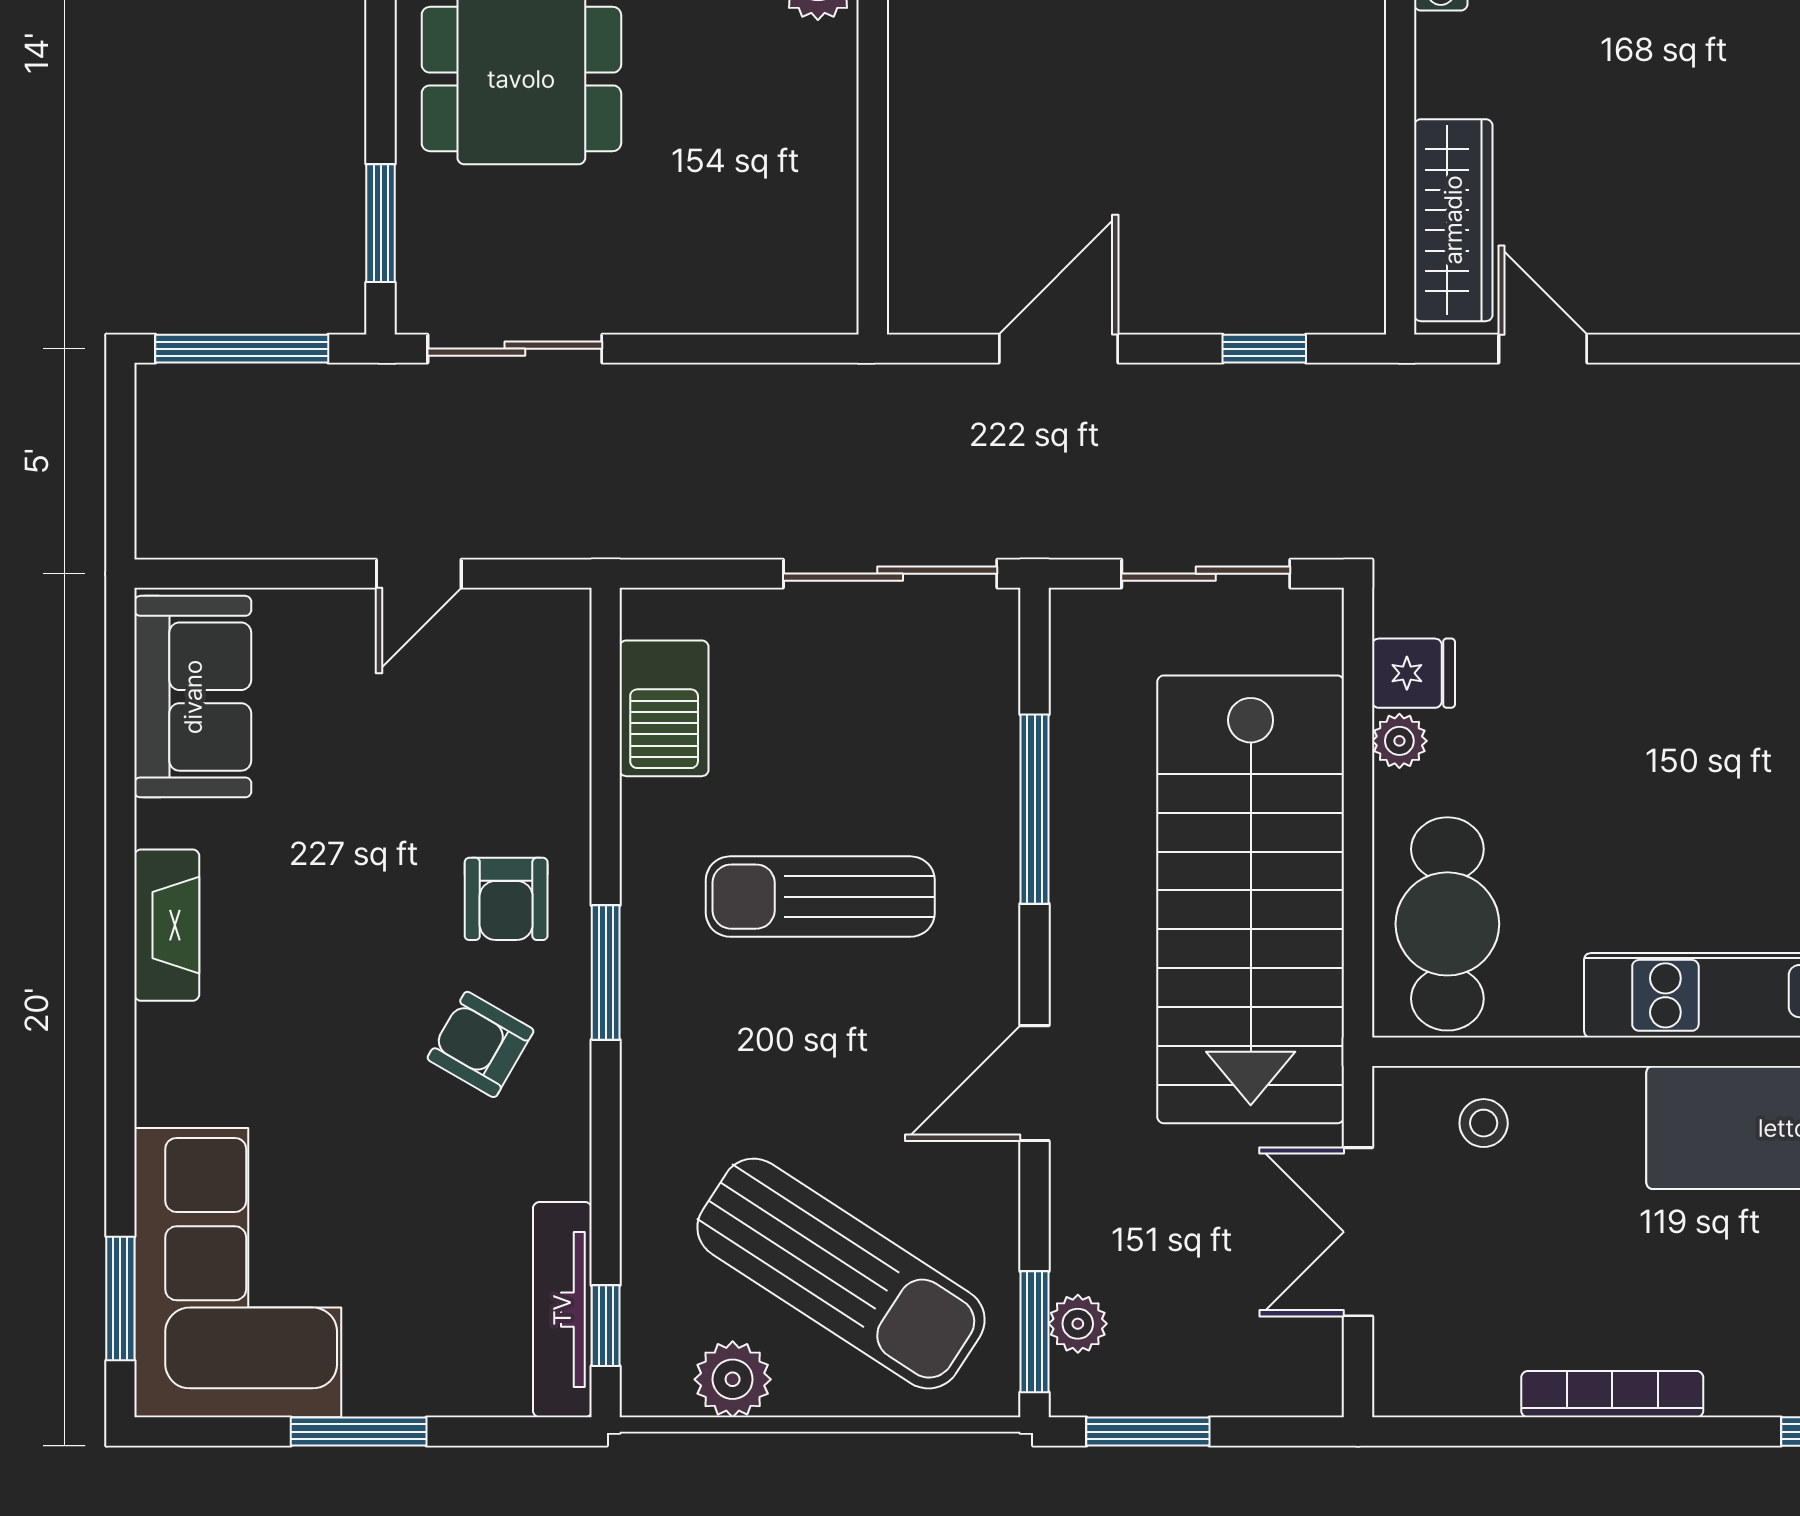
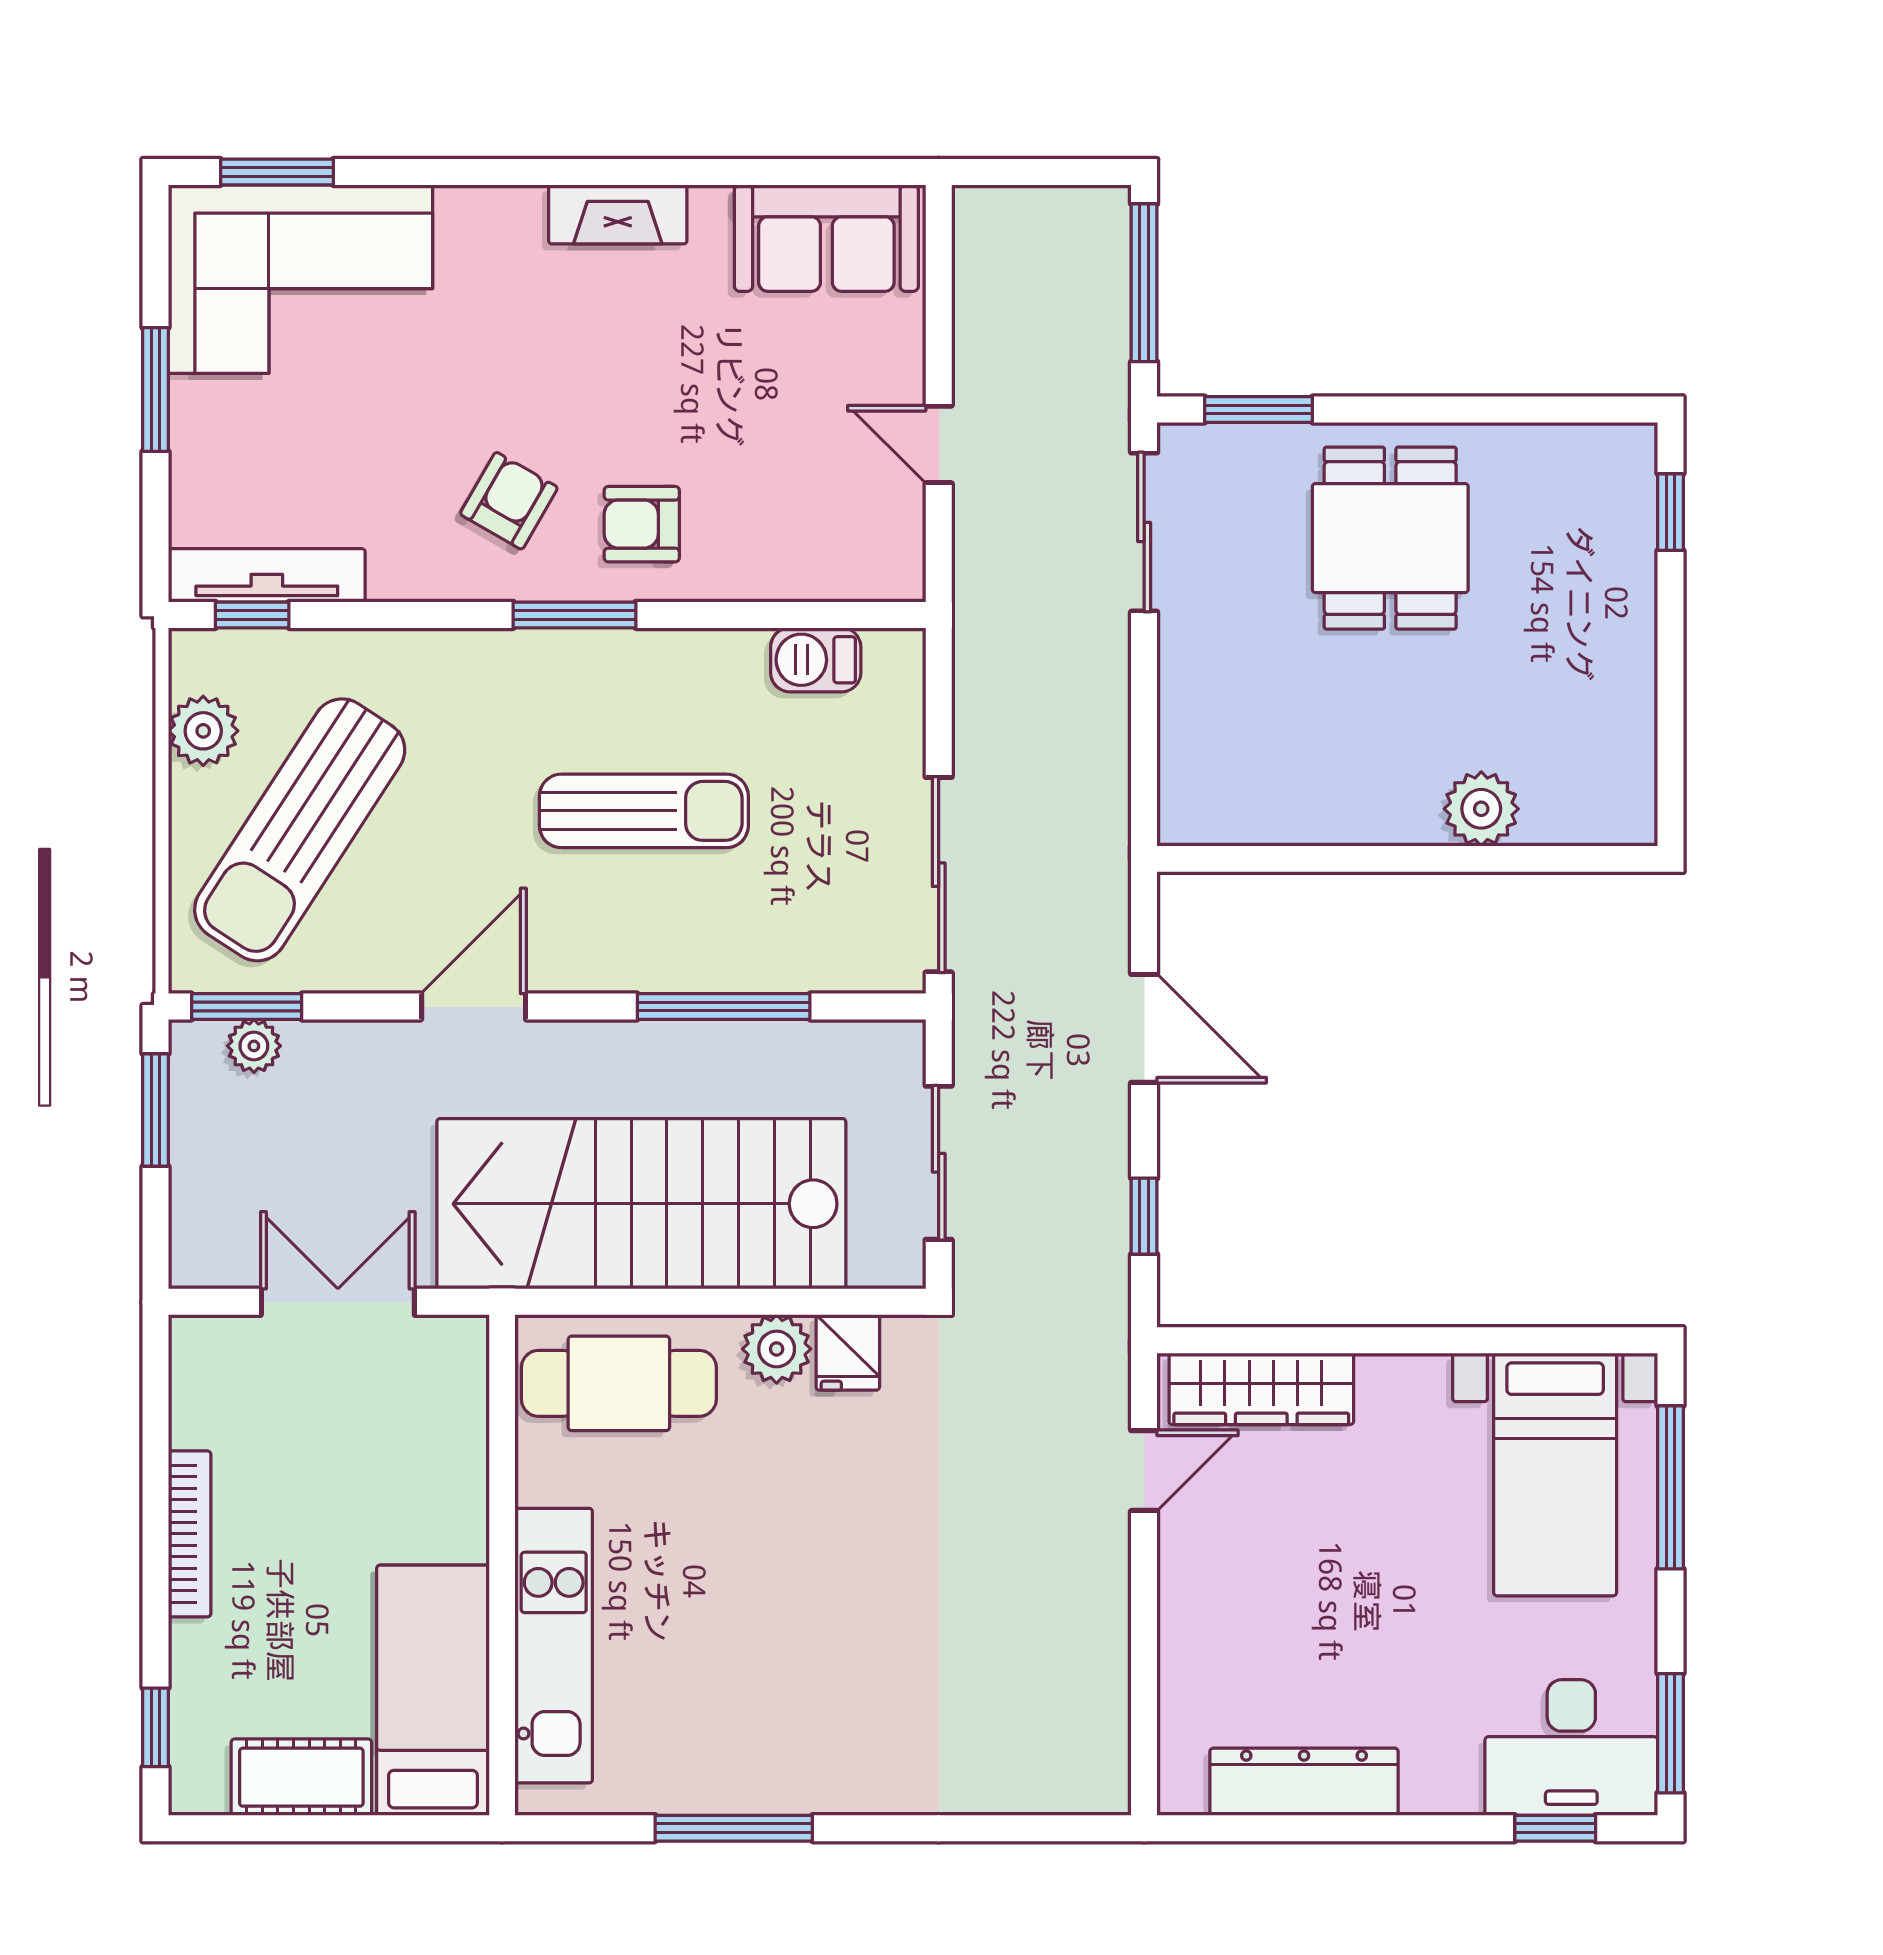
barbecue: (664, 708) -> (816, 660), width x0.73, depth x0.79
plant: (1399, 741) -> (777, 1349), width x1.38, depth x1.38
sun lounger: (820, 897) -> (644, 811), turned 90
door: (1035, 1083) -> (474, 1007), hinge flipped
stool: (1484, 1123) -> (437, 1416), removed

